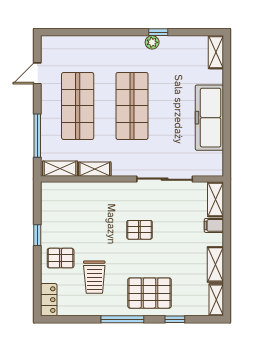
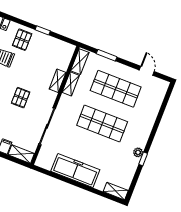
window: (37, 136) -> (107, 55), width x0.69
shelving: (97, 189) -> (58, 81), added

